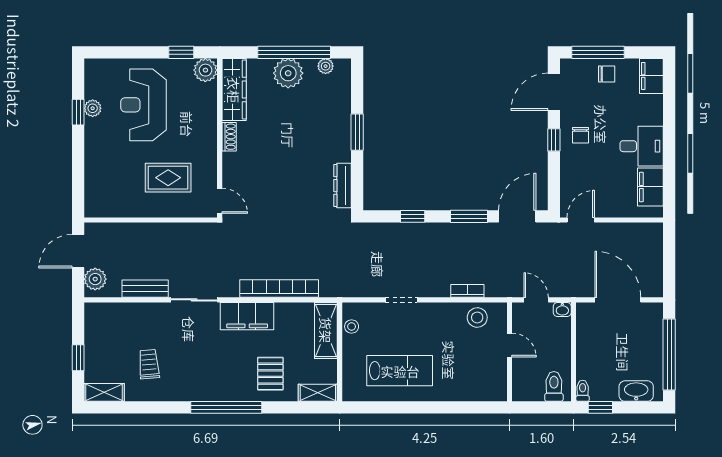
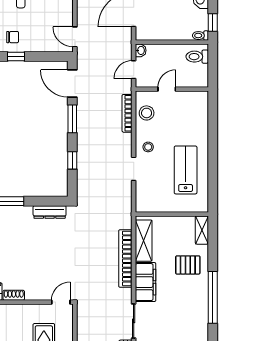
bookcase: (467, 291) -> (127, 113), width x1.56
stool: (352, 327) -> (148, 147), moved
shelving: (326, 330) -> (144, 241), moved, turned 90

